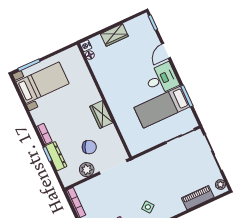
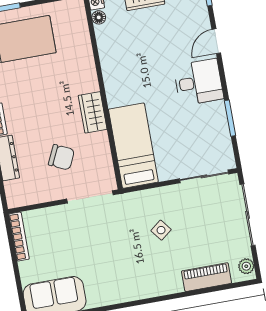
bed: (162, 107) -> (133, 146), moved, turned 90
plant: (87, 170) -> (49, 190), removed
side table: (148, 207) -> (161, 230), moved

